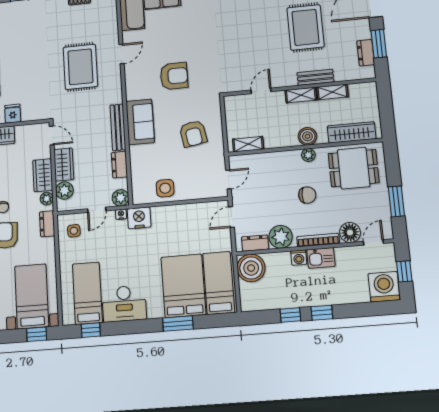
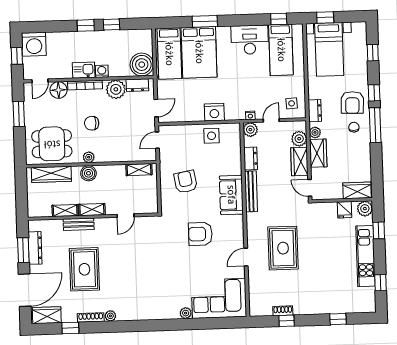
dresser: (366, 53) -> (35, 248), width x1.44
nightstand: (139, 218) -> (214, 112), moved

